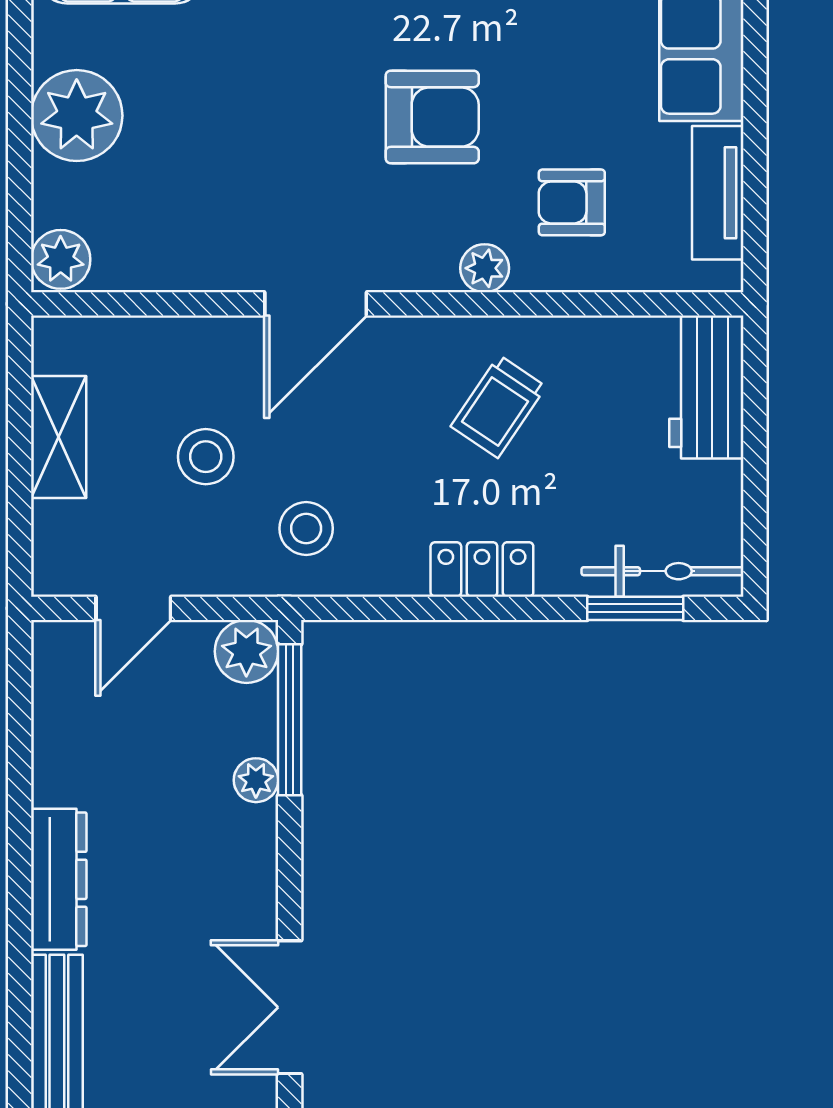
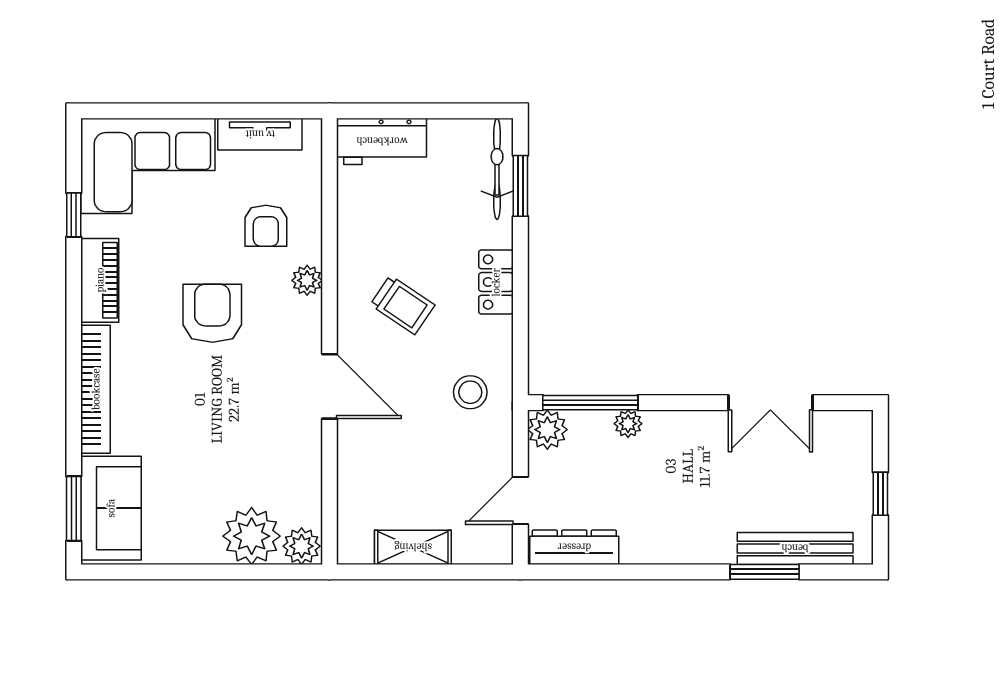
plant: (77, 116) -> (252, 536), moved
trolley: (498, 406) -> (402, 305), moved
stool: (206, 457) -> (425, 455), removed
door: (133, 608) -> (520, 501), swing flipped
dresser: (59, 879) -> (574, 547), moved
window: (20, 998) -> (765, 572), added

